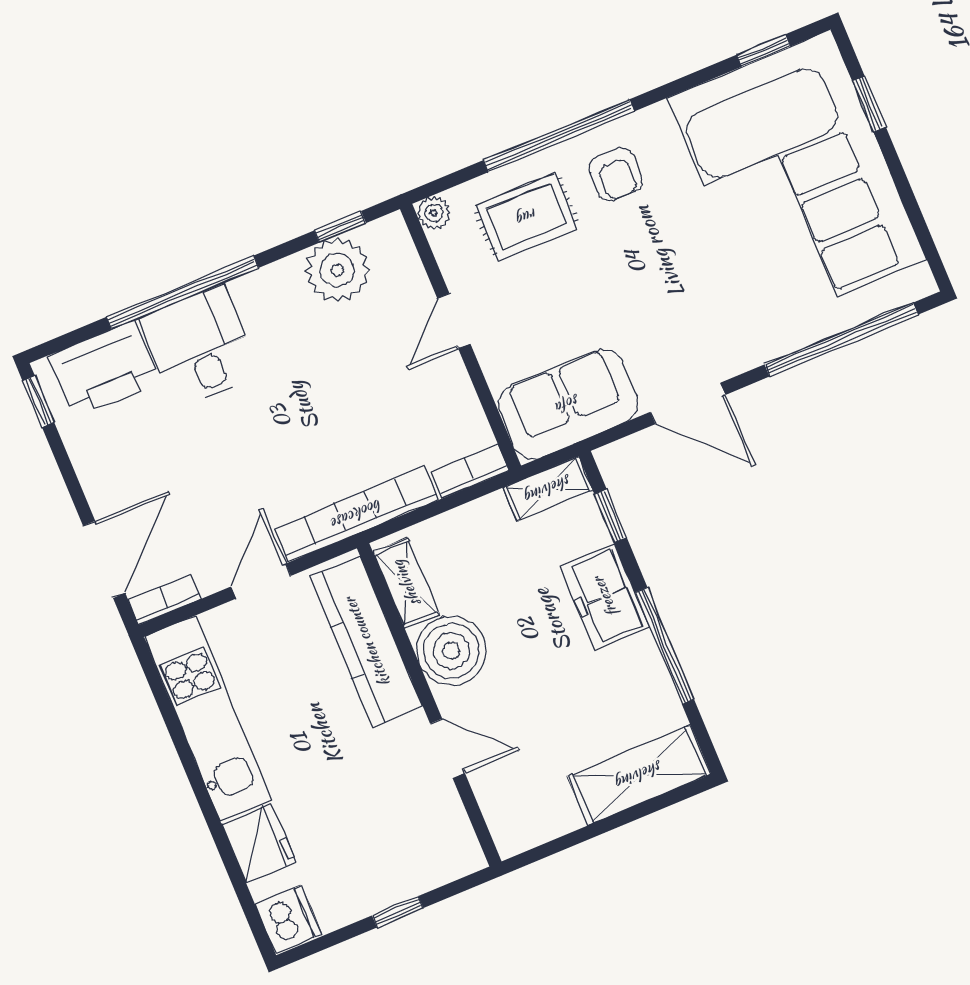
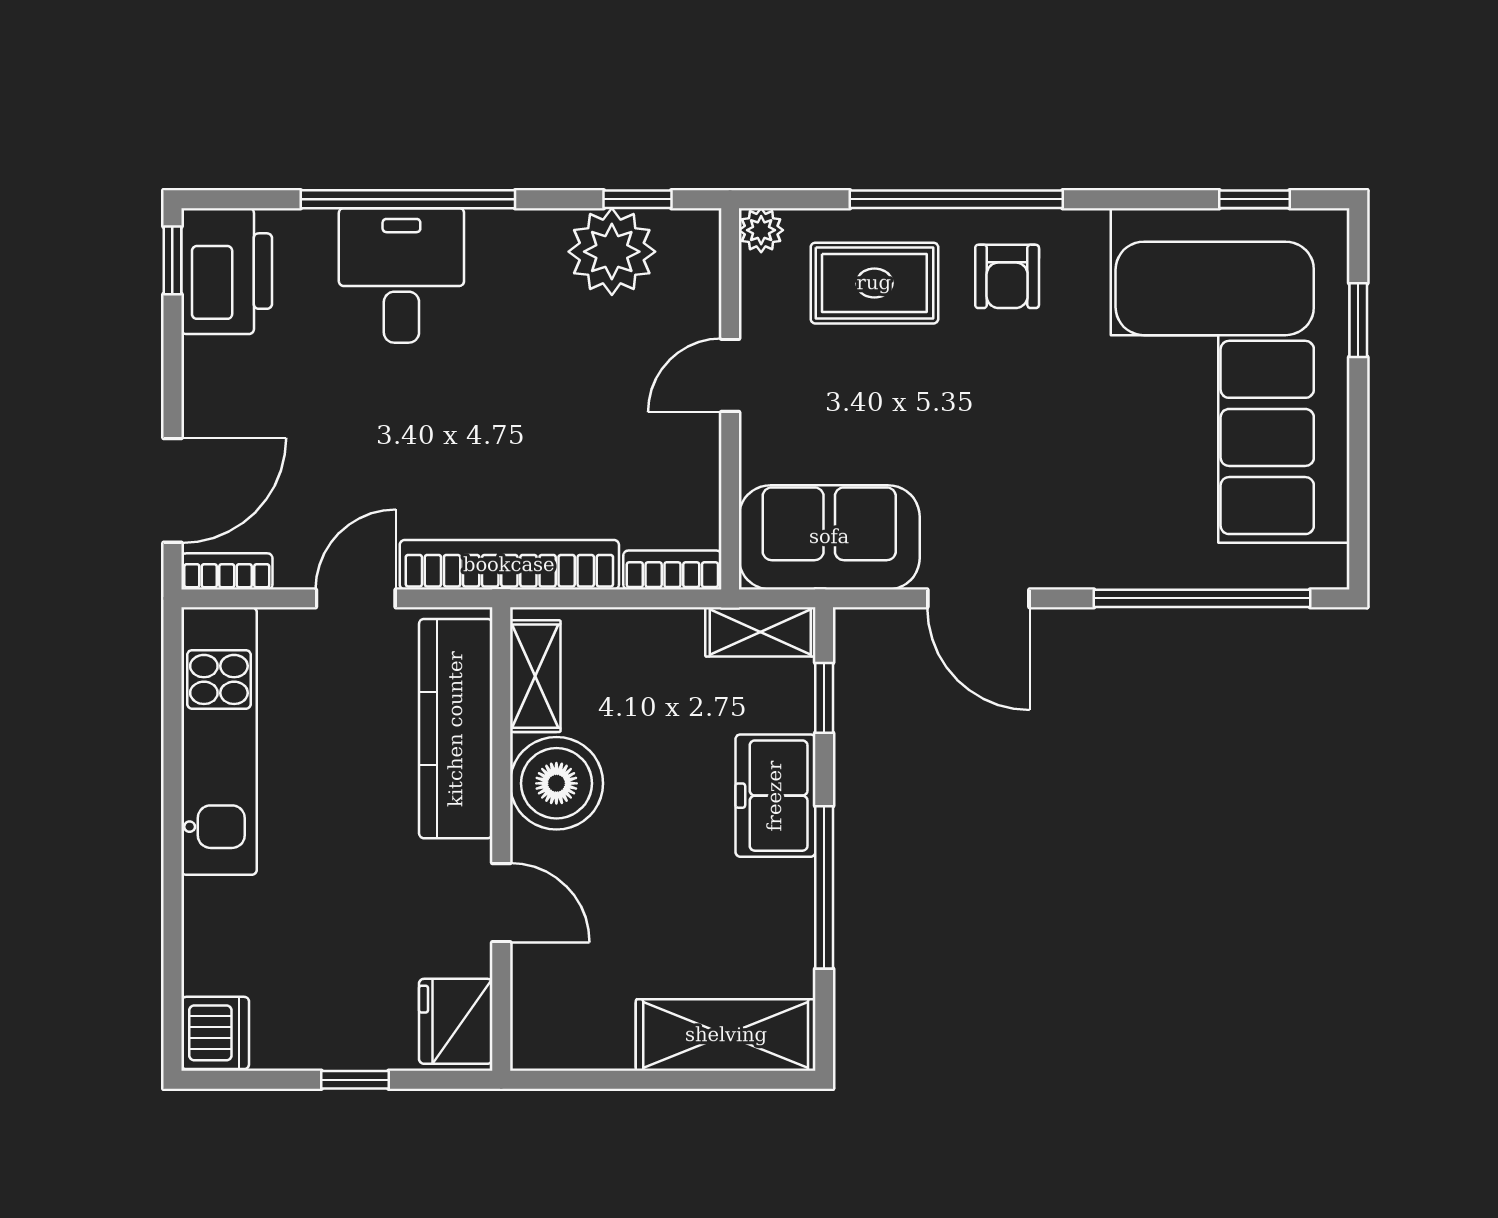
printer: (104, 369) -> (227, 271), moved, turned -90
fridge: (259, 843) -> (456, 1021), moved, turned 180

